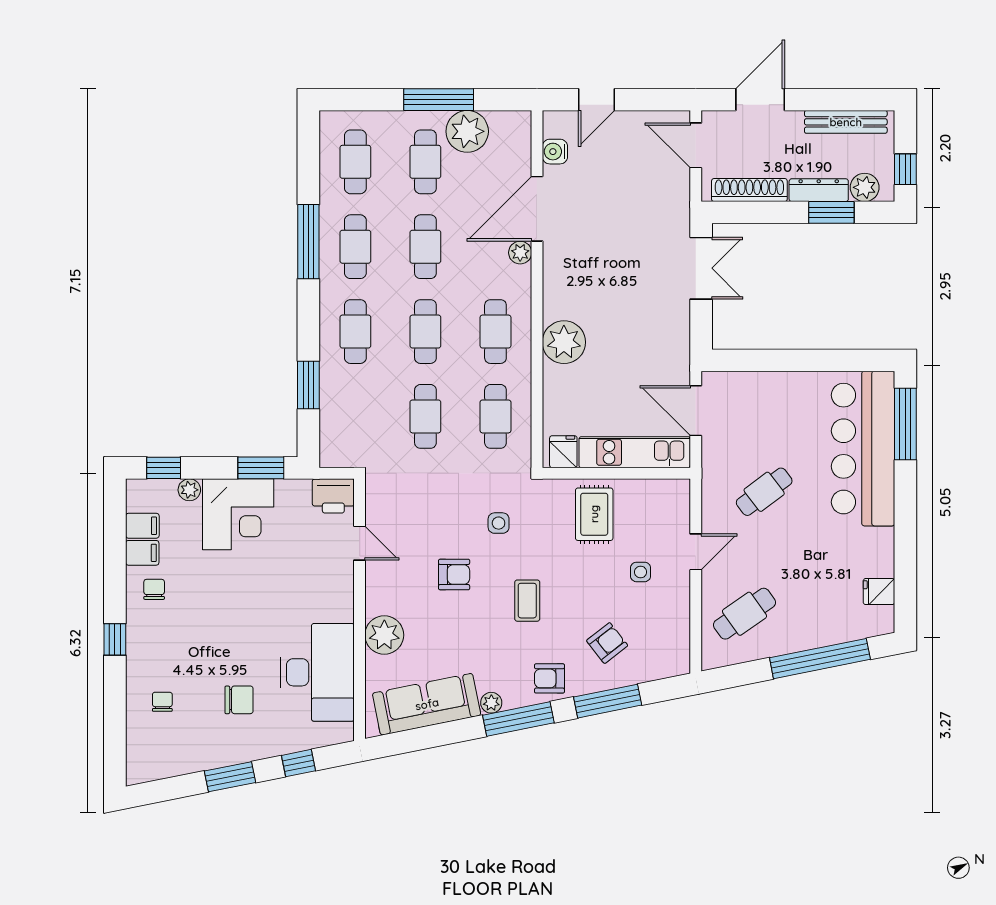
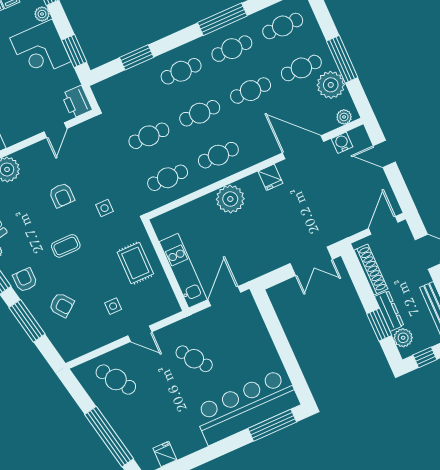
plant: (520, 253) -> (344, 117), moved
fridge: (563, 452) -> (270, 177), moved, turned 90
rug: (594, 514) -> (135, 263), turned 90

